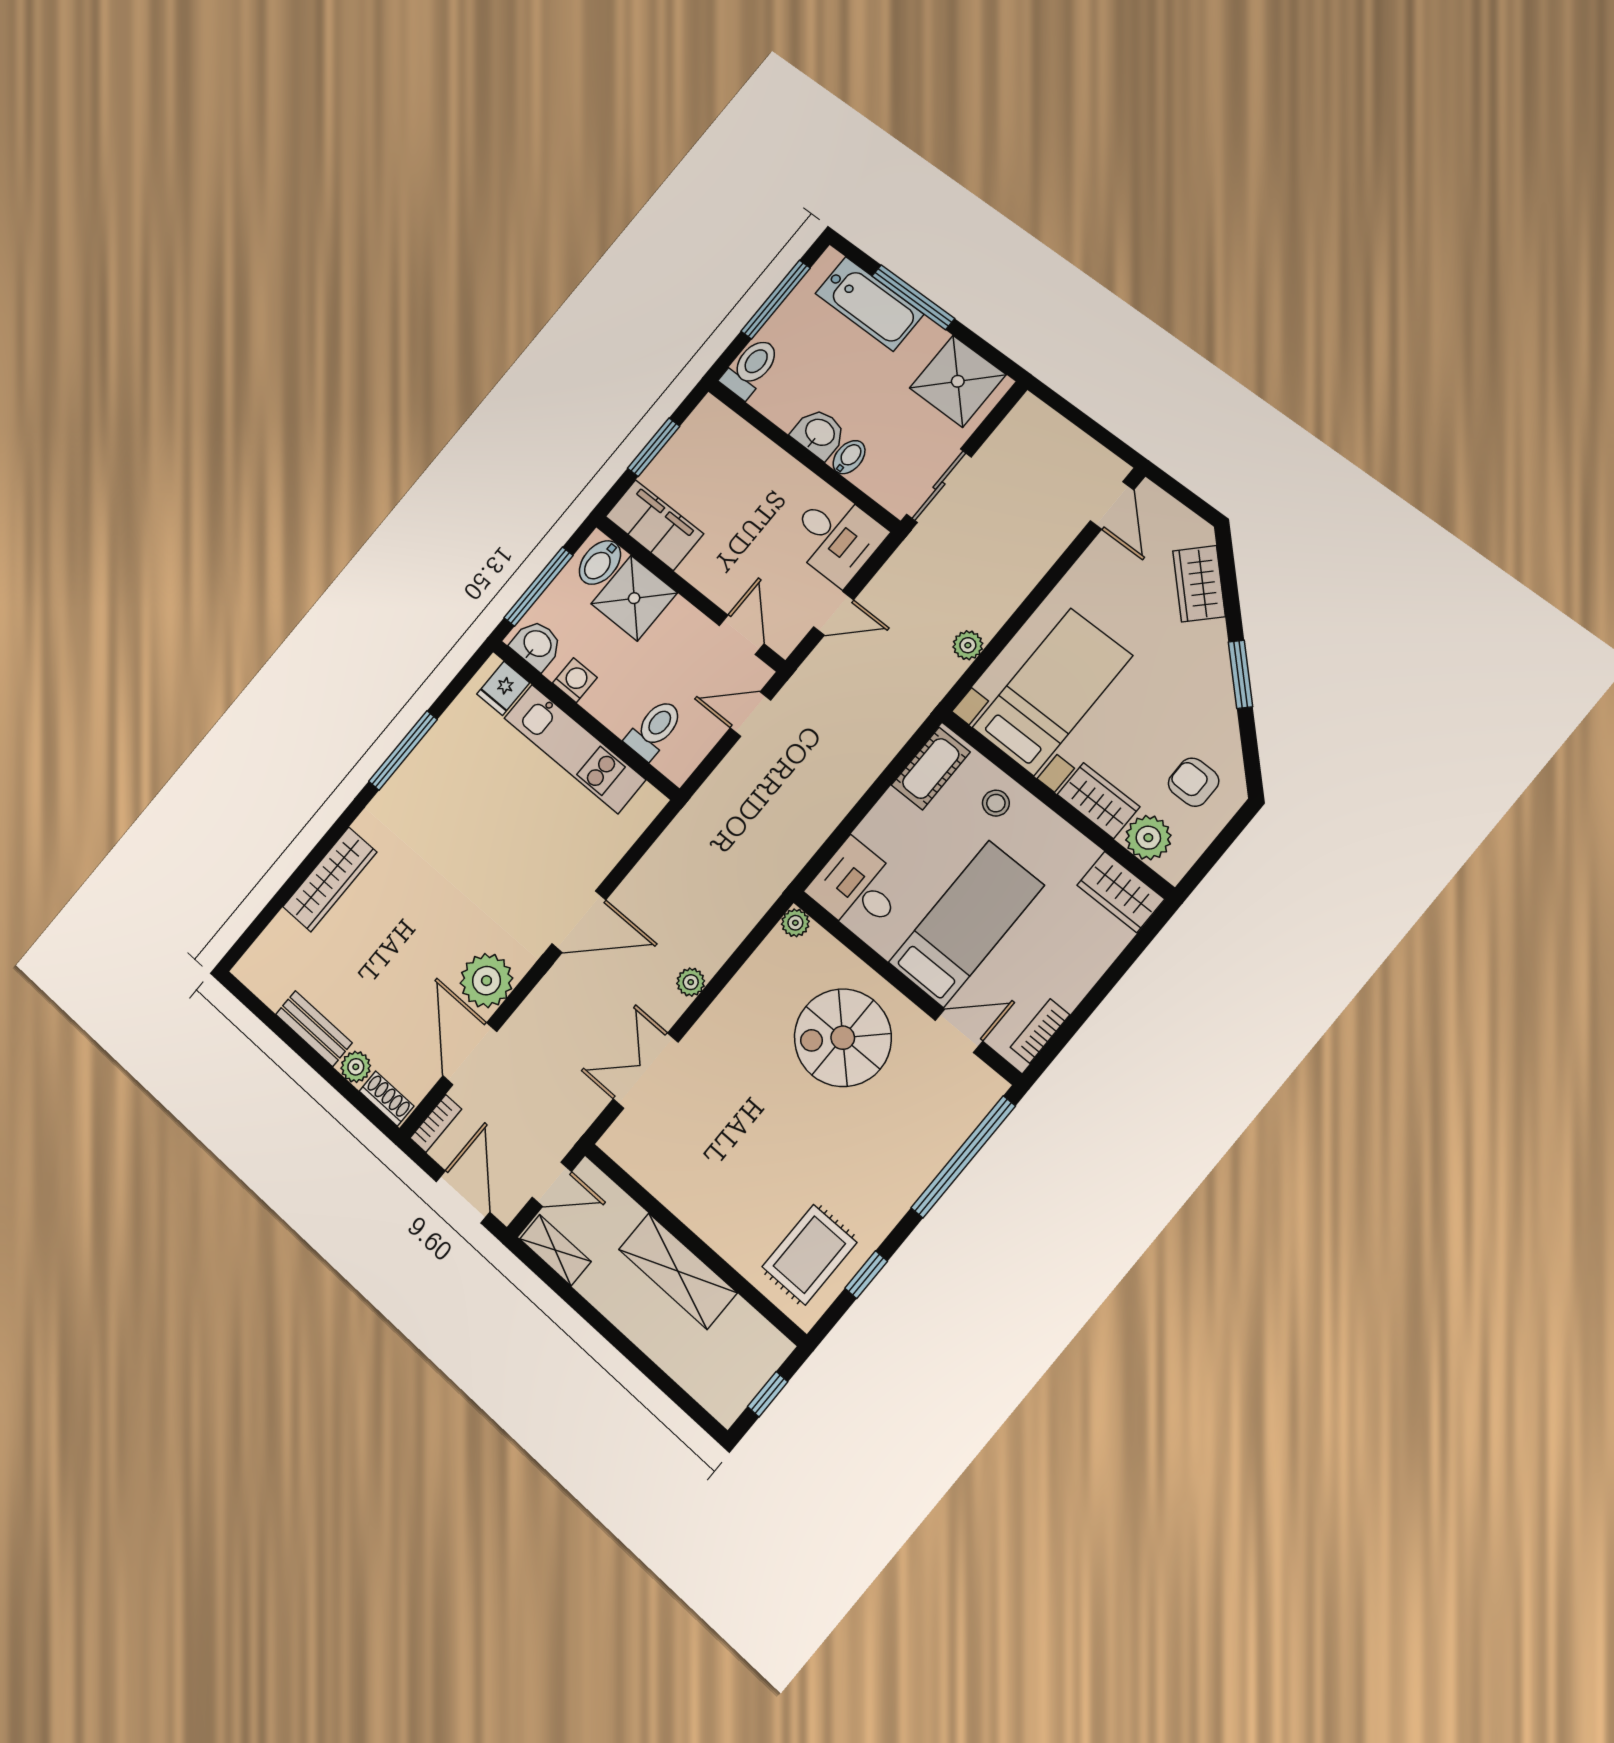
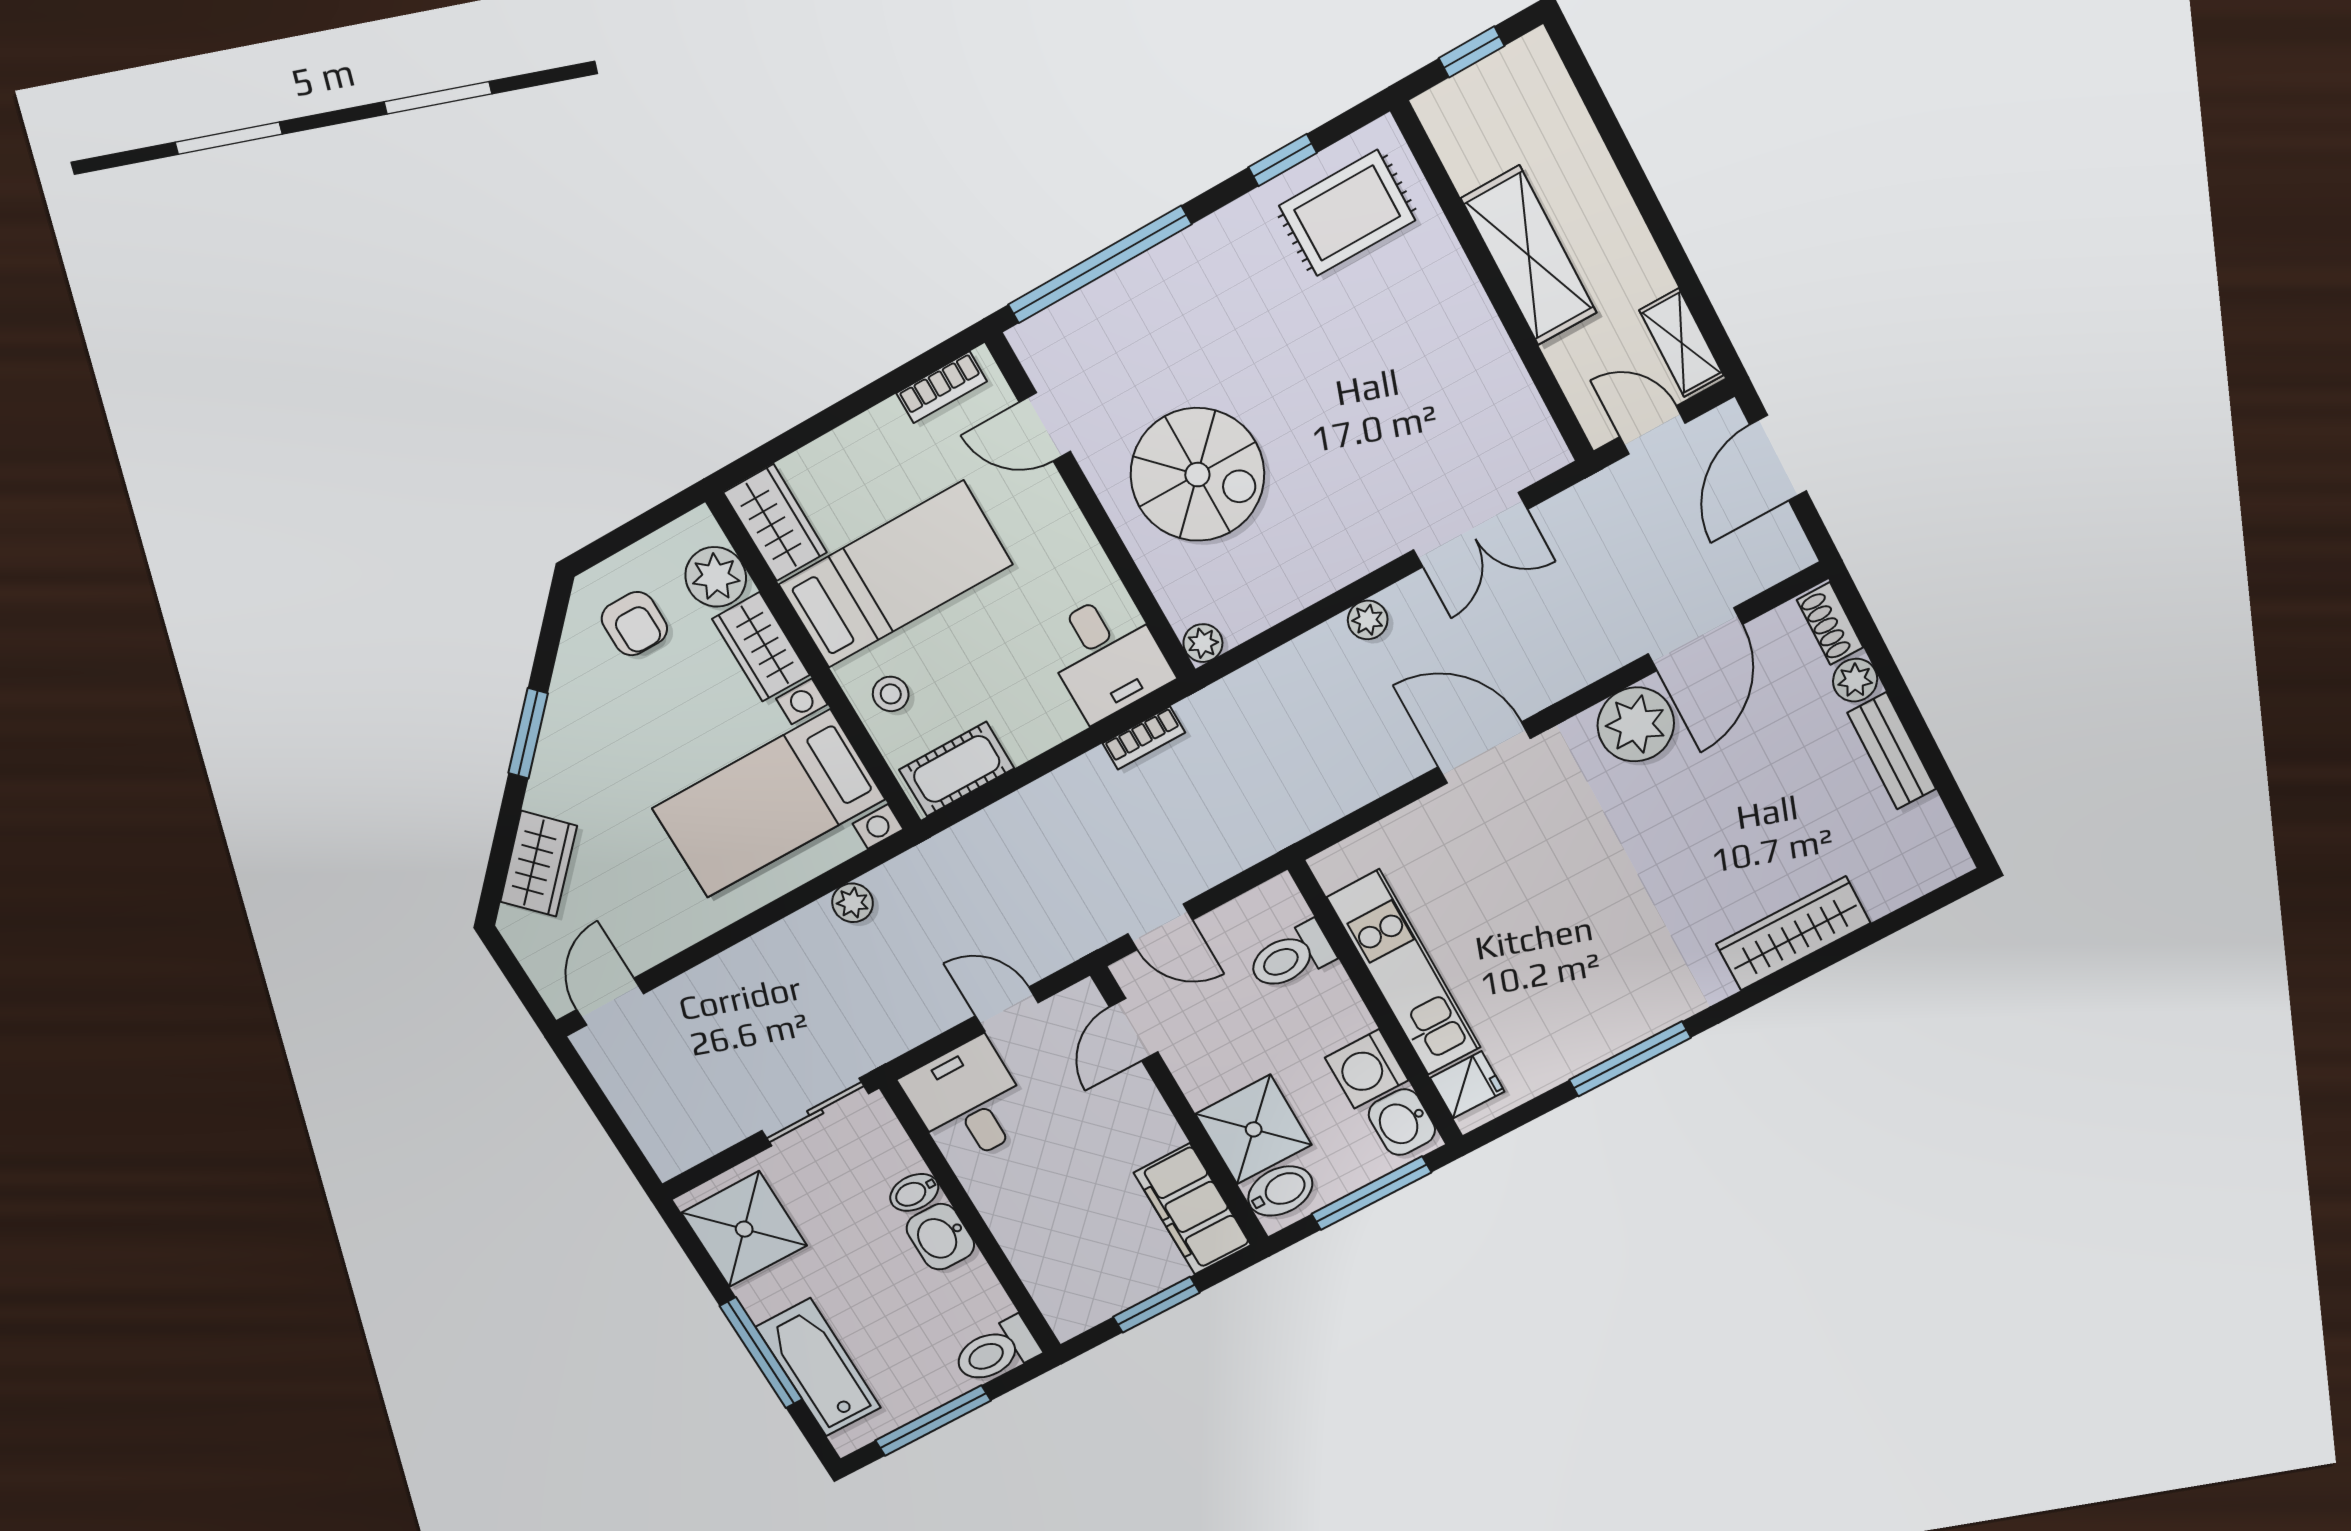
washing machine: (575, 680) -> (1367, 1069), width x1.38, depth x1.38
bed: (966, 924) -> (896, 574), moved, turned 180
bookcase: (436, 1123) -> (1144, 738), moved, turned 180

